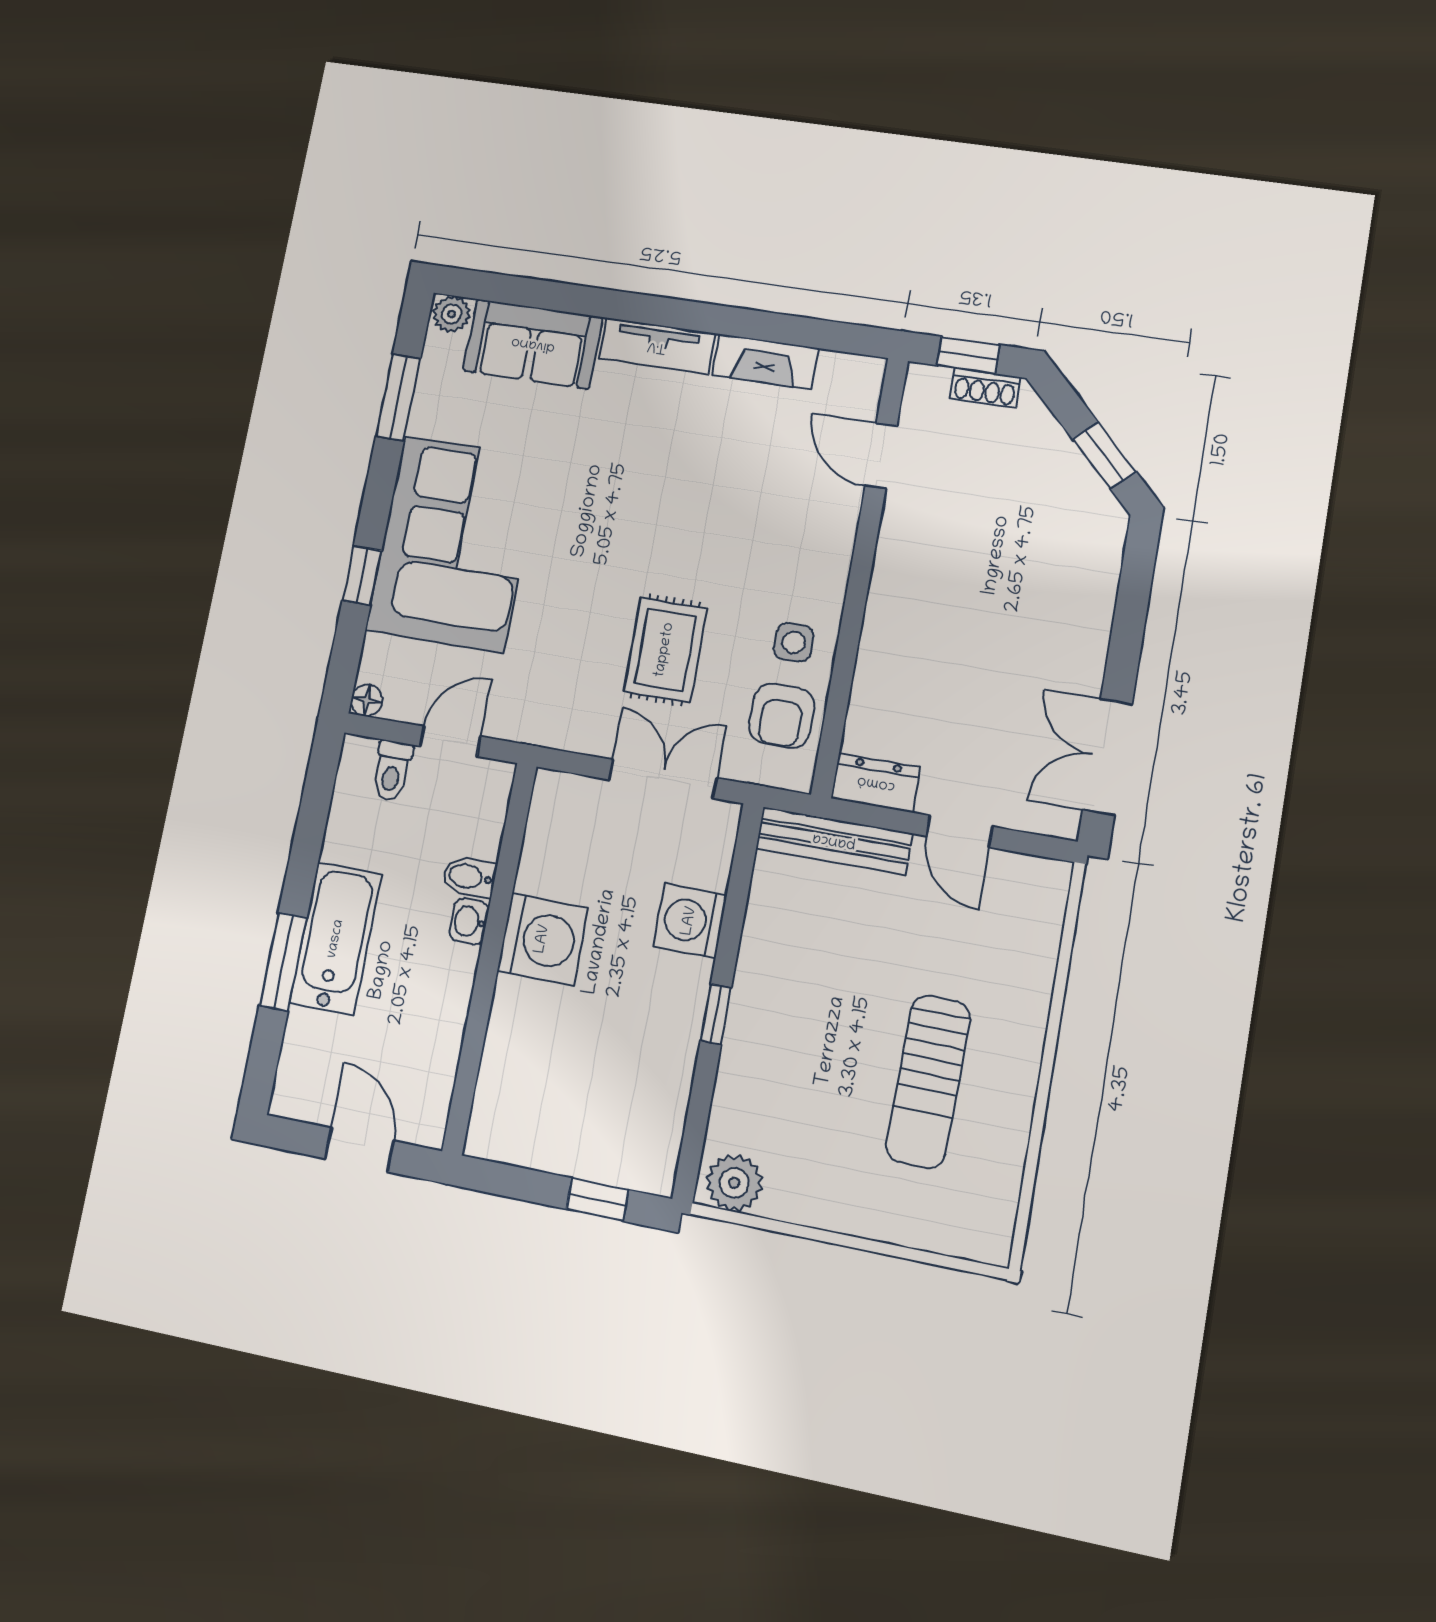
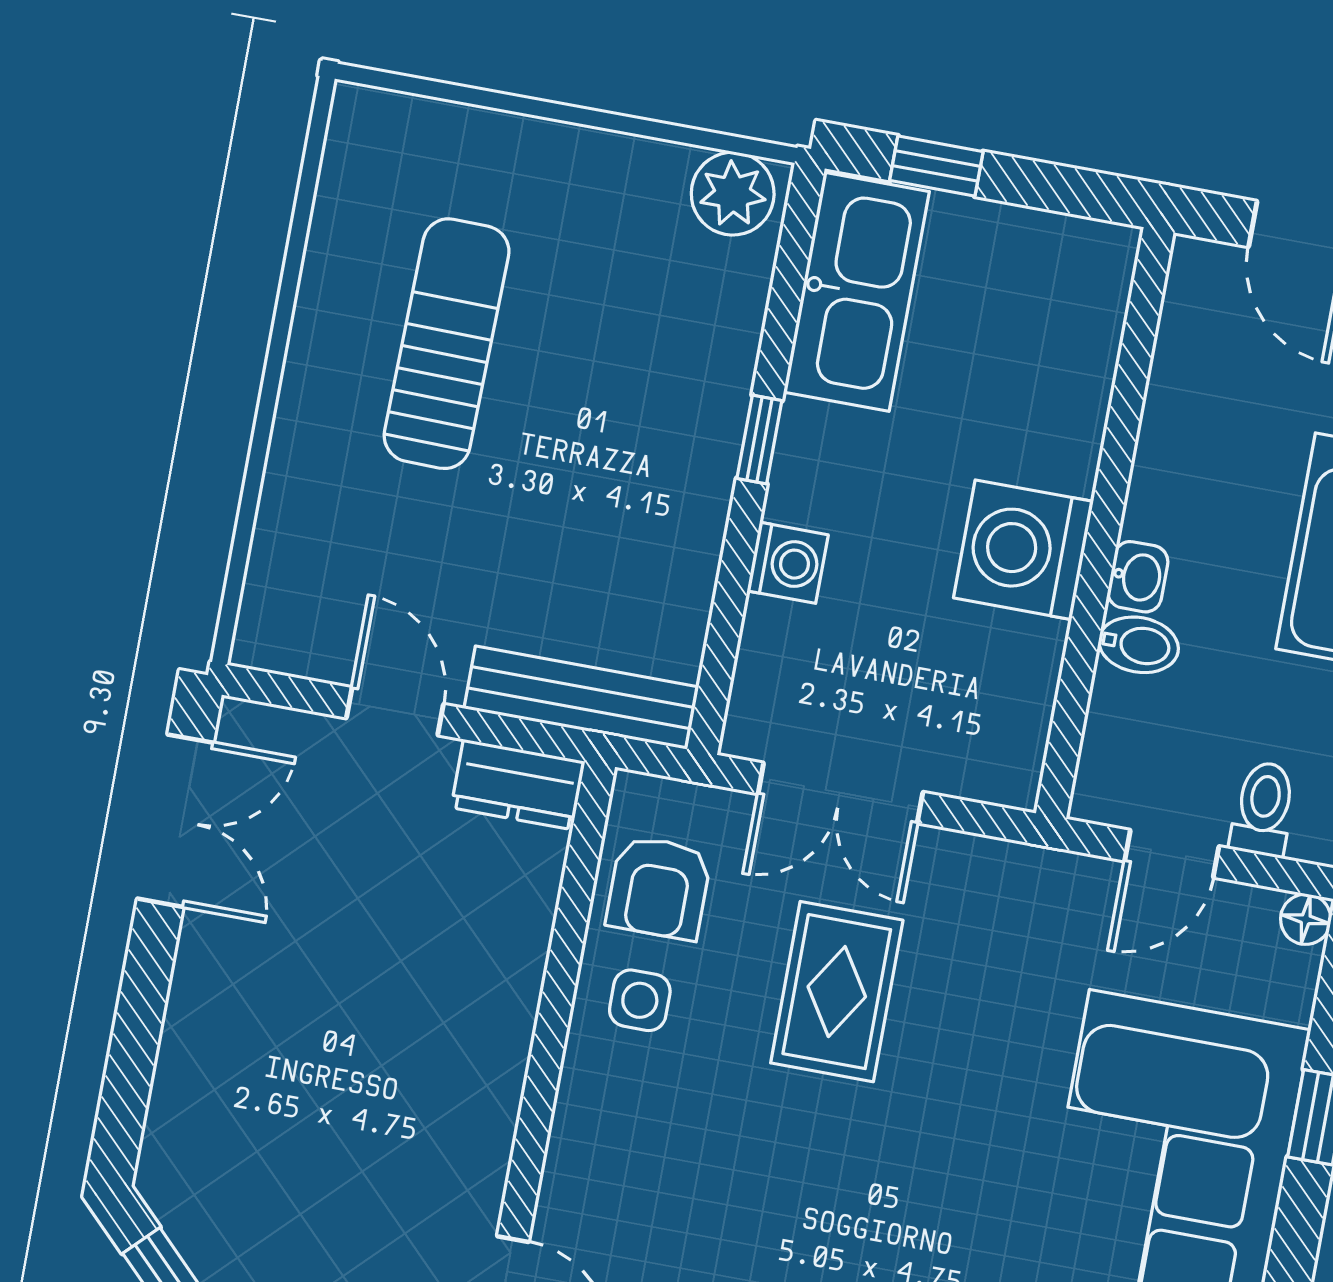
armchair: (782, 716) -> (659, 888), turned 180
washing machine: (690, 921) -> (788, 563), width x0.73, depth x0.73
kitchen sink: (651, 1114) -> (856, 292), added

